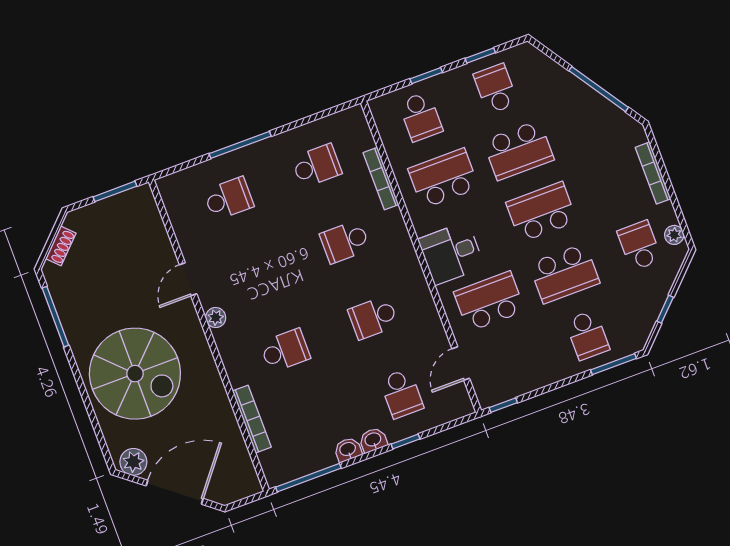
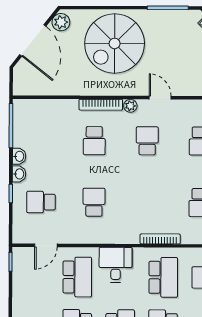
bookcase: (381, 179) -> (160, 239), moved
school desk: (345, 242) -> (147, 141), moved
door: (461, 363) -> (46, 245), swing flipped
bookcase: (252, 419) -> (101, 105), moved

